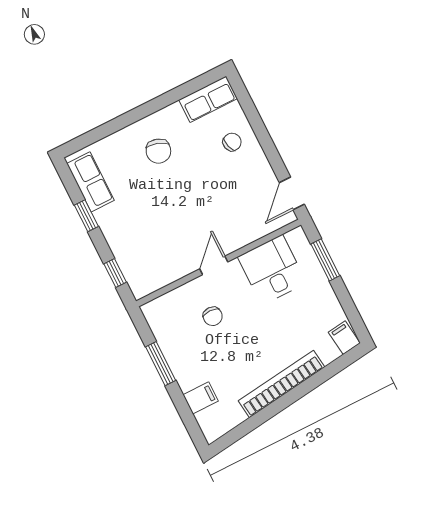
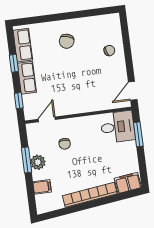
row of seats: (208, 99) -> (27, 78), moved, turned -90
door: (214, 265) -> (47, 119), moved
desk: (272, 270) -> (118, 127), moved, turned 90
filing cabinet: (344, 338) -> (128, 183), width x2.00
plant: (180, 361) -> (38, 162), added

